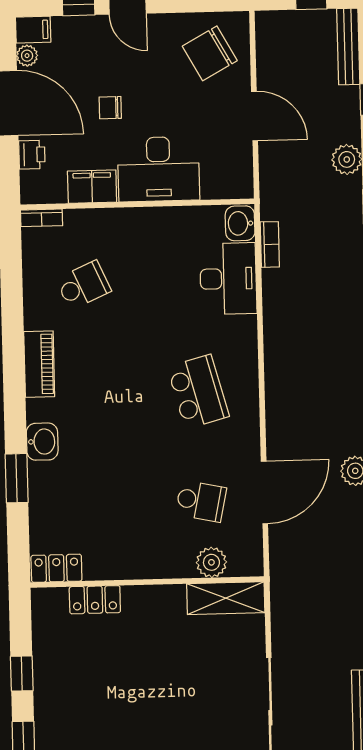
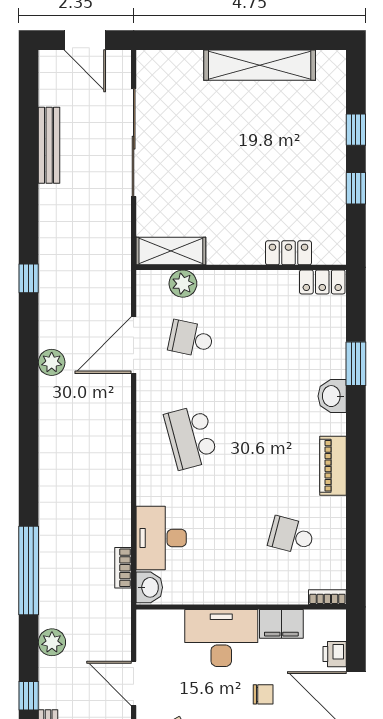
school desk: (83, 285) -> (291, 536), turned 39

